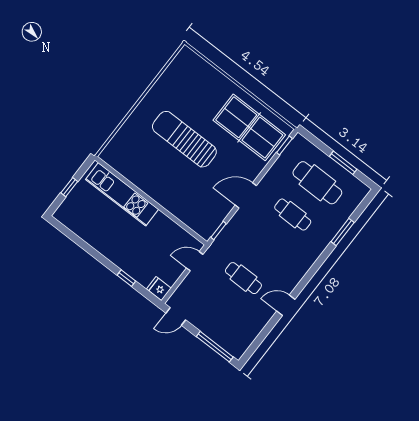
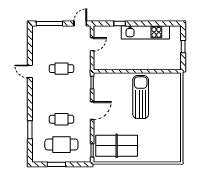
sun lounger: (184, 139) -> (141, 97), moved, turned -90
kitchen unit: (122, 194) -> (145, 32), moved, turned 180
door: (195, 261) -> (92, 44), moved
fridge: (159, 289) -> (99, 31), removed
door: (286, 305) -> (30, 71), swing flipped

